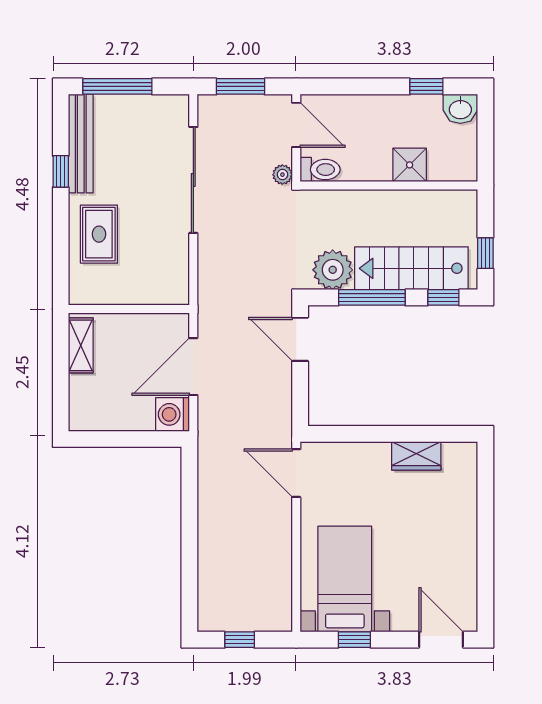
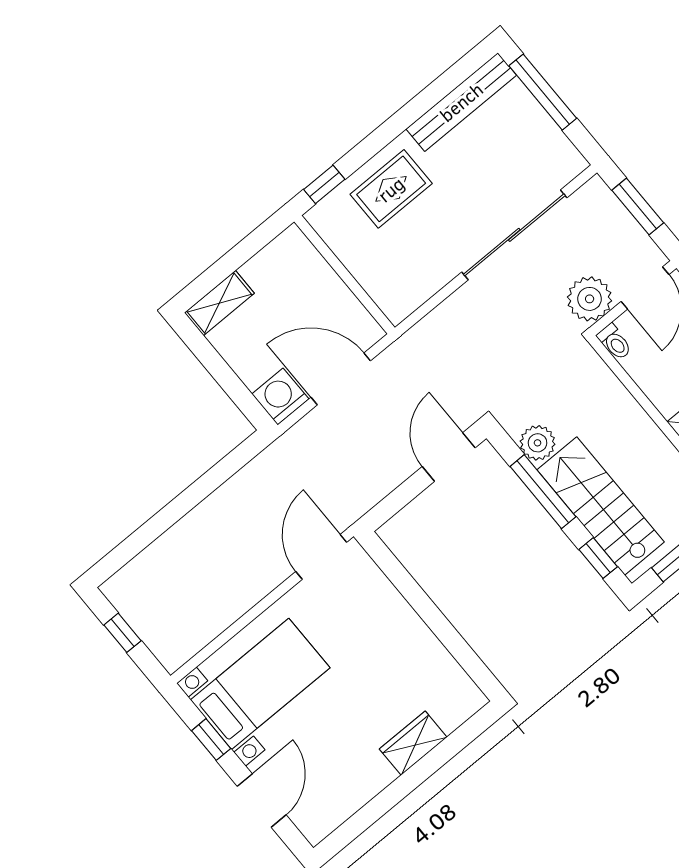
toilet: (320, 170) -> (615, 342), width x0.73, depth x0.72
window: (61, 171) -> (324, 184), moved
plant: (282, 175) -> (590, 299), width x1.88, depth x1.88
plant: (333, 270) -> (538, 443), width x0.73, depth x0.73
shelving: (81, 345) -> (219, 303), moved
wardrobe: (416, 456) -> (413, 743), moved, turned 90
door: (441, 640) -> (262, 800), moved

